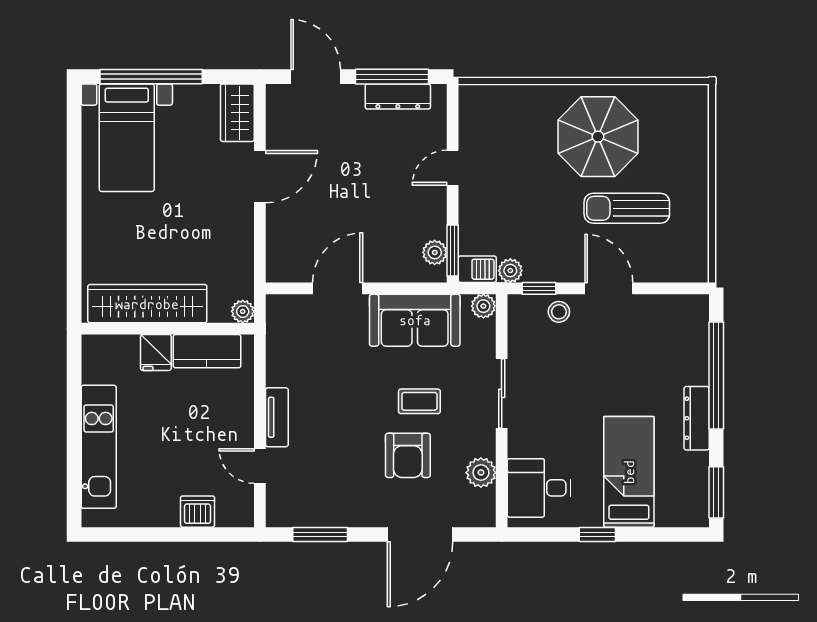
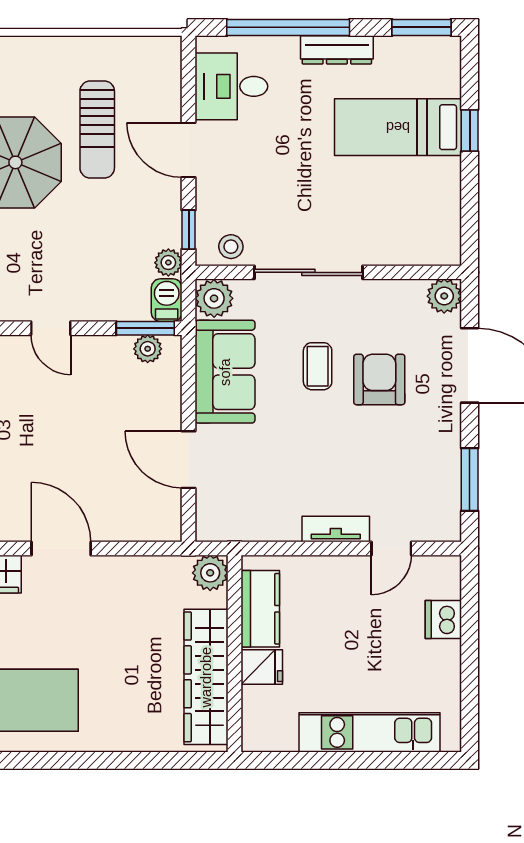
door: (609, 288) -> (189, 150), hinge flipped
plant: (483, 306) -> (214, 298), width x1.38, depth x1.38
plant: (243, 311) -> (210, 573), width x1.38, depth x1.38
stool: (559, 312) -> (231, 247), moved
sliding door: (502, 393) -> (308, 272), width x1.37
armchair: (408, 455) -> (379, 379), turned -90
plant: (481, 473) -> (444, 296), moved
desk: (539, 488) -> (231, 86), moved, turned 90
window: (597, 534) -> (470, 130), moved

